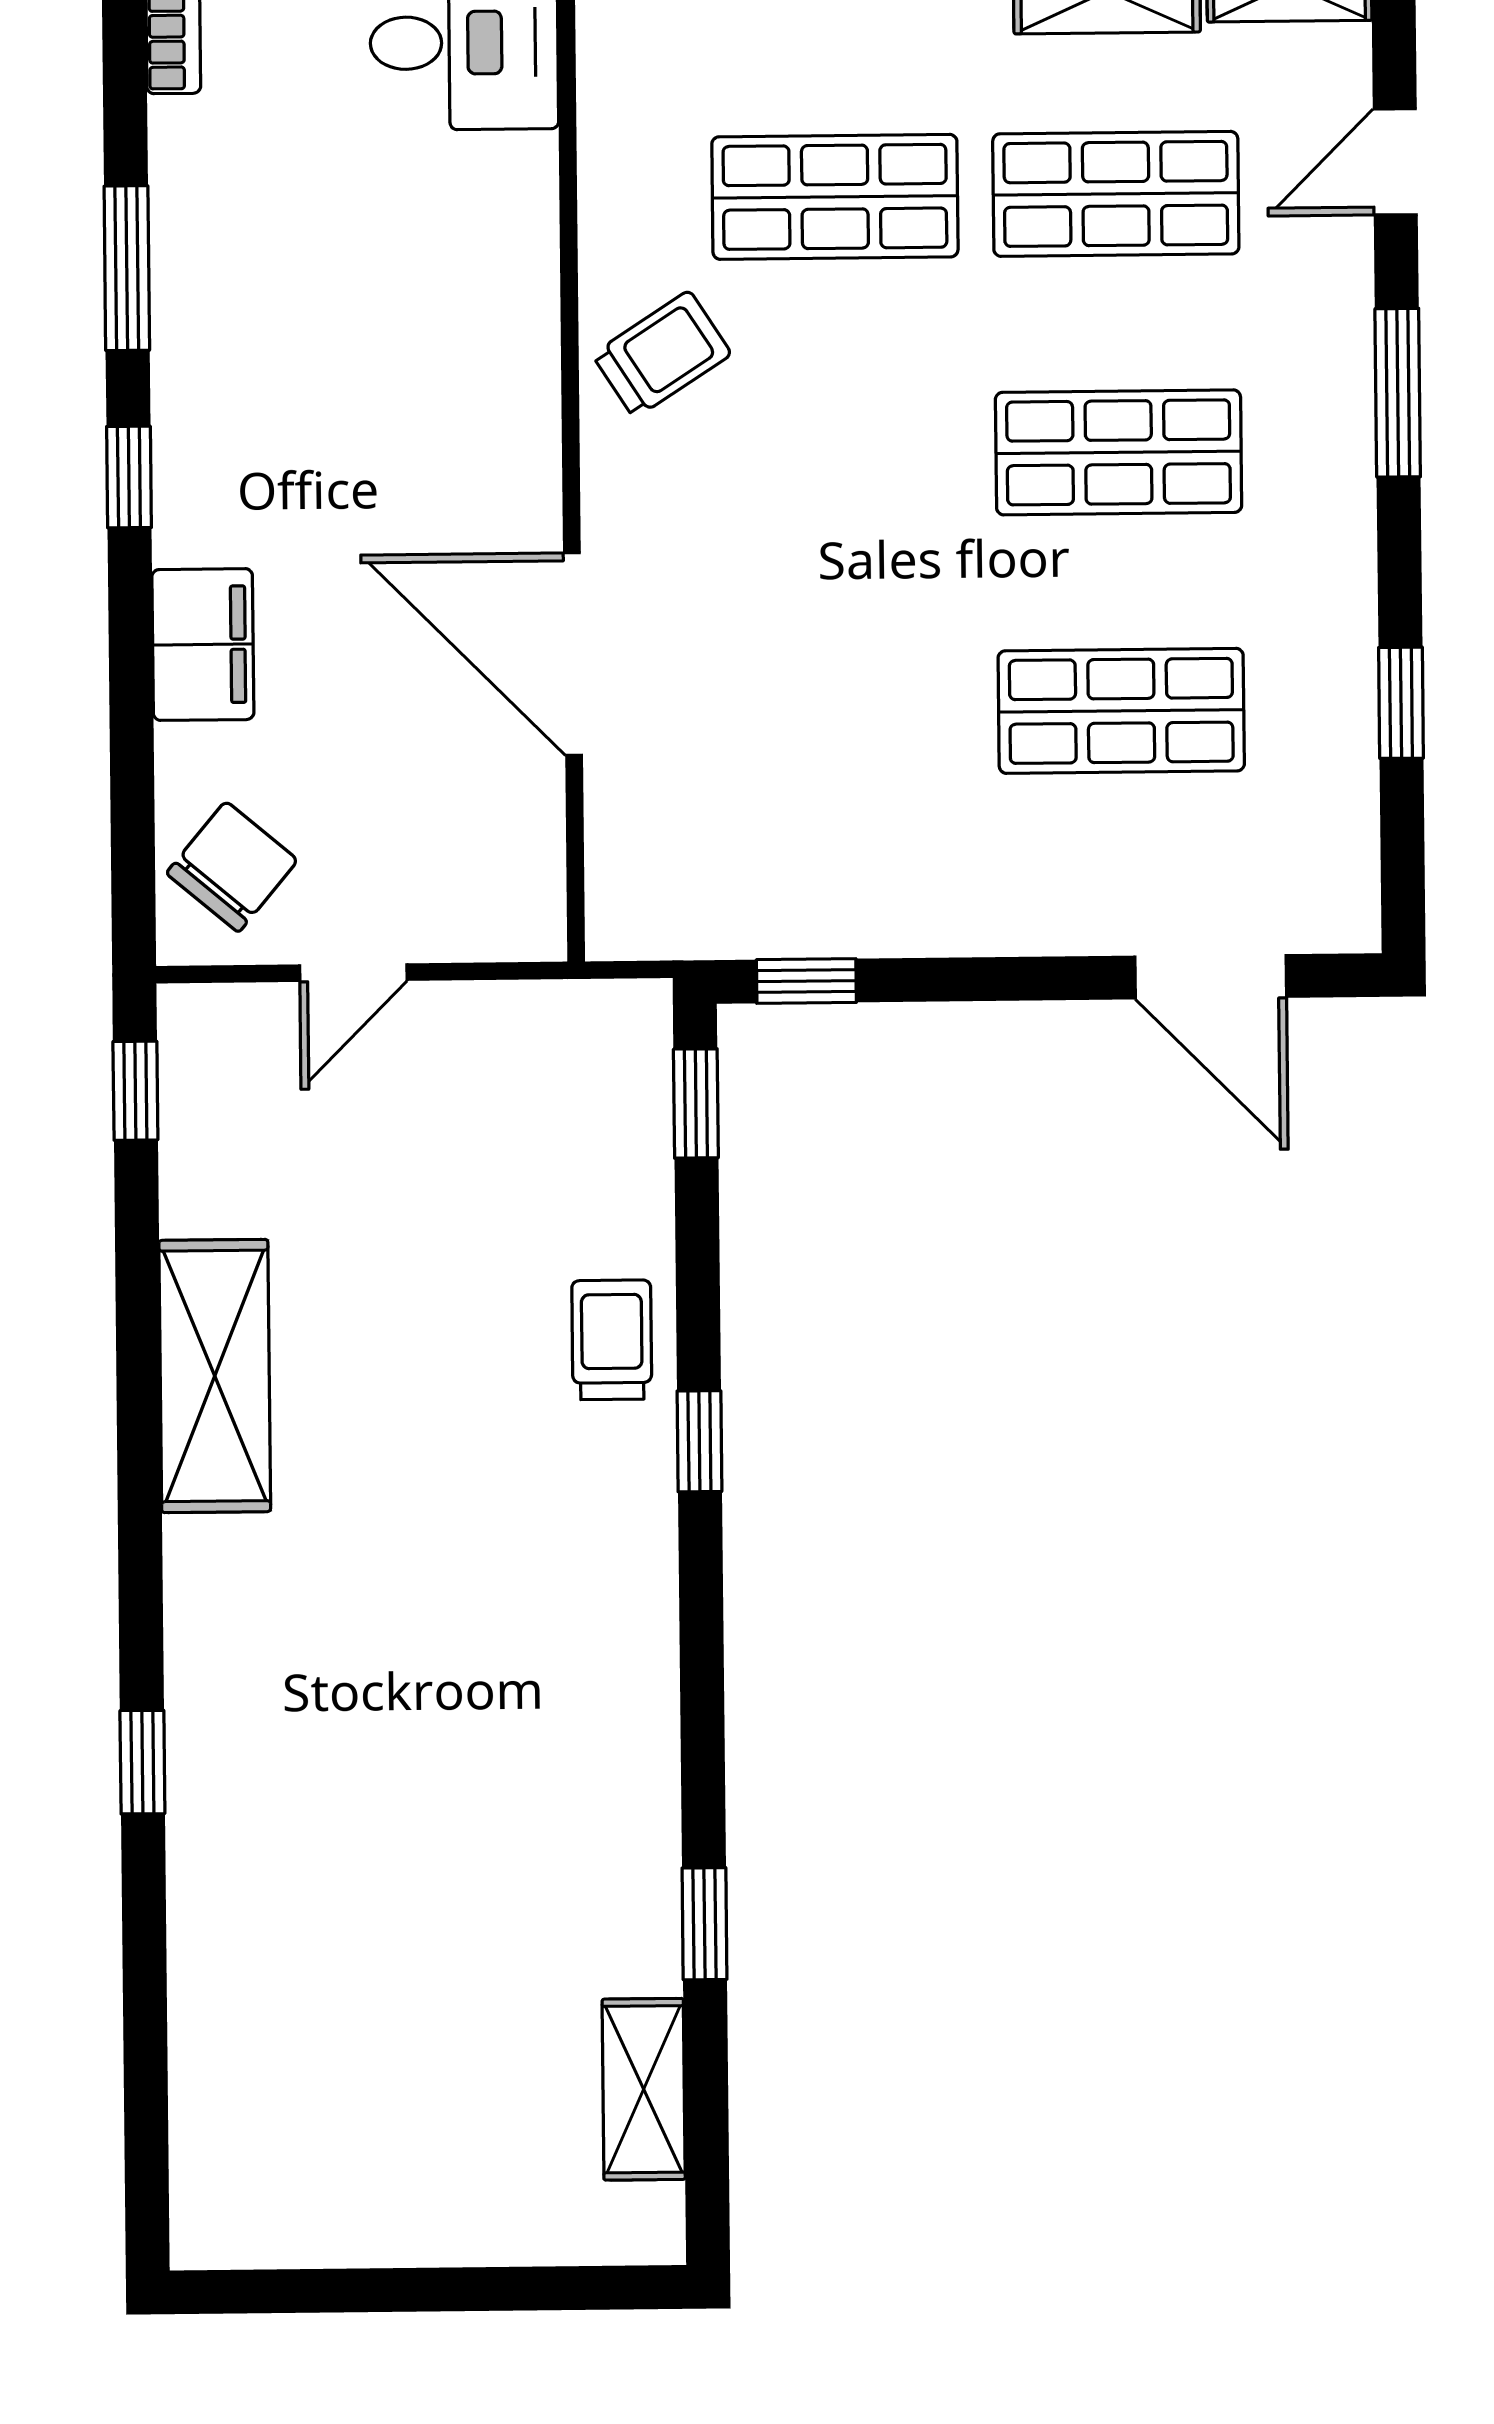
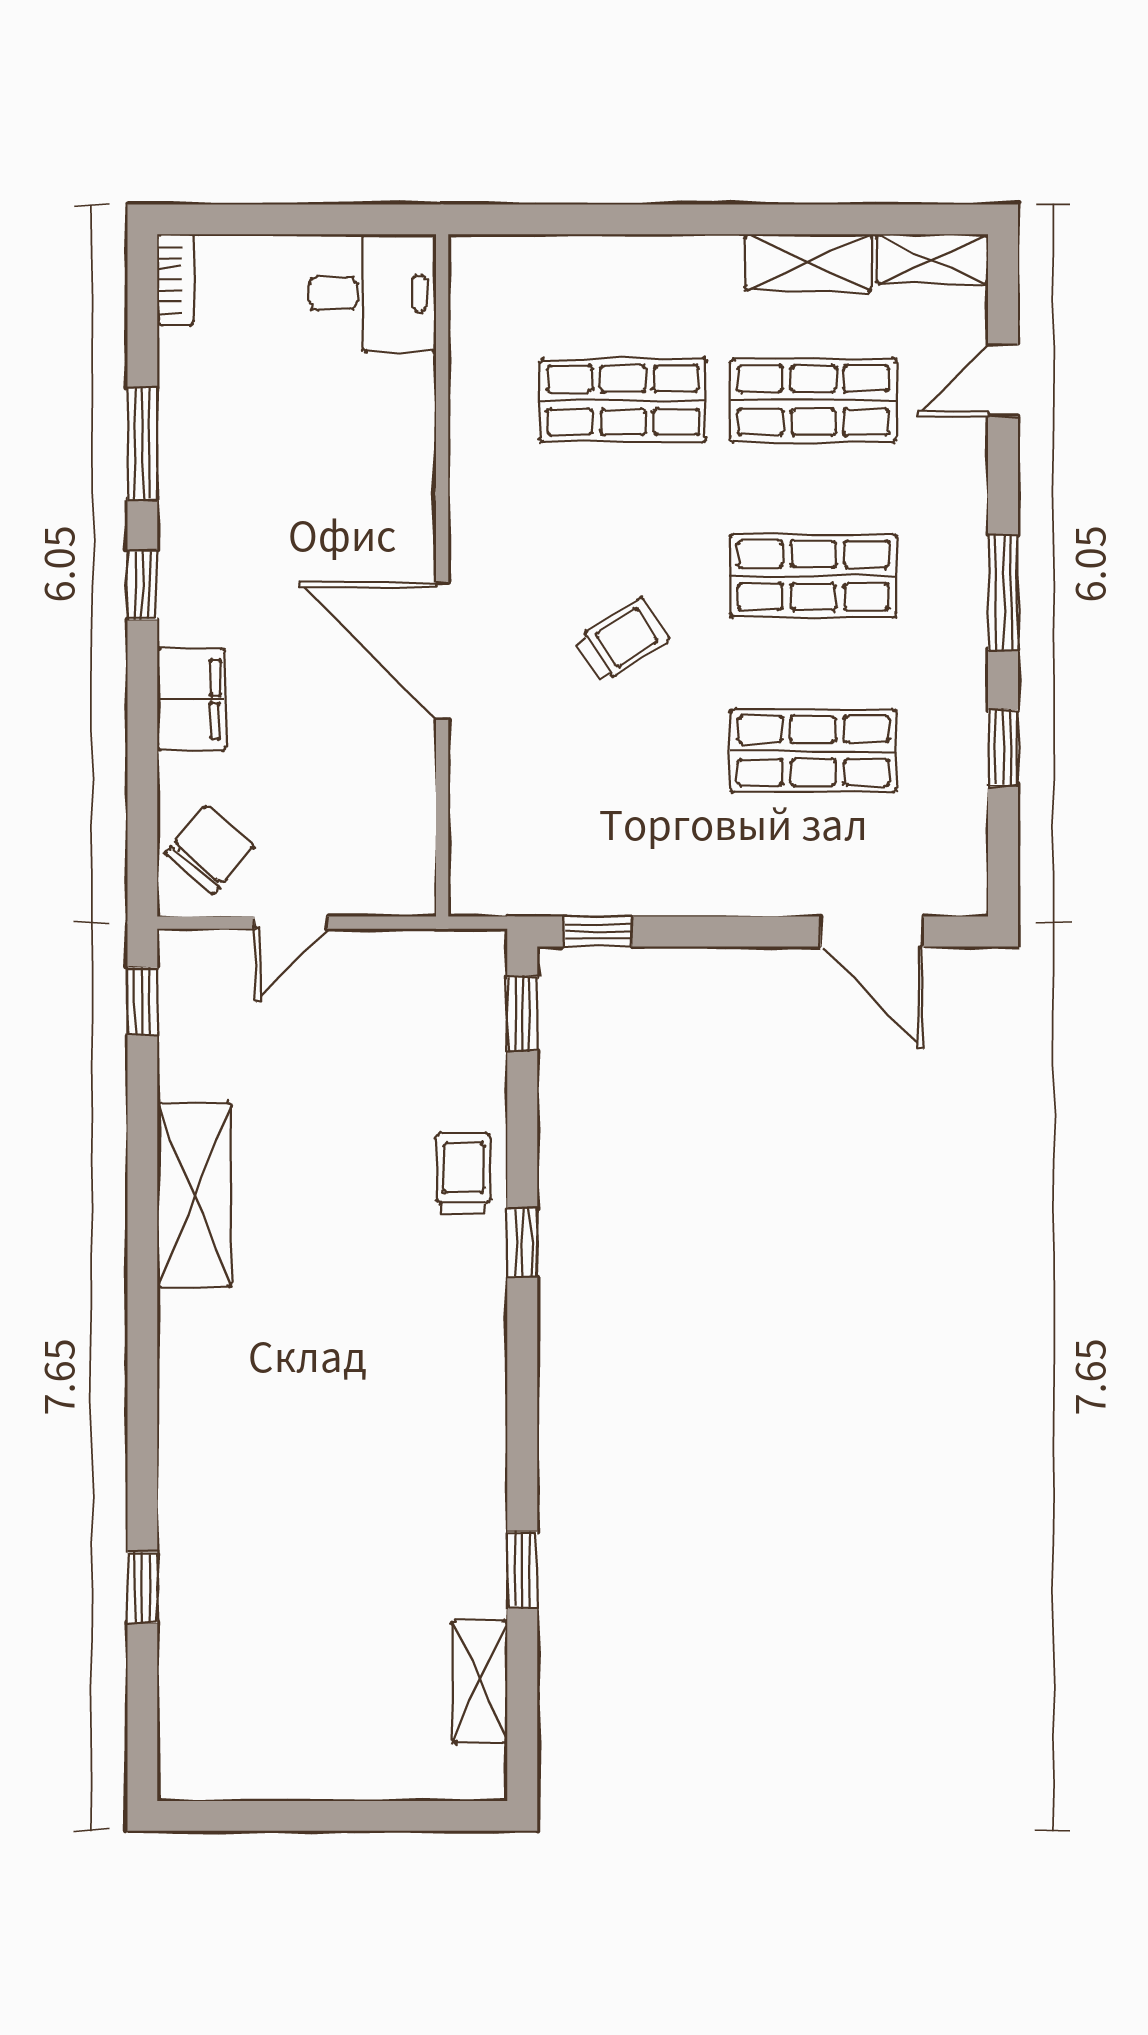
trolley: (662, 354) -> (622, 640), moved
window: (1398, 393) -> (1003, 592), moved
door: (573, 654) -> (442, 651), moved
window: (142, 1762) -> (142, 1588), moved

